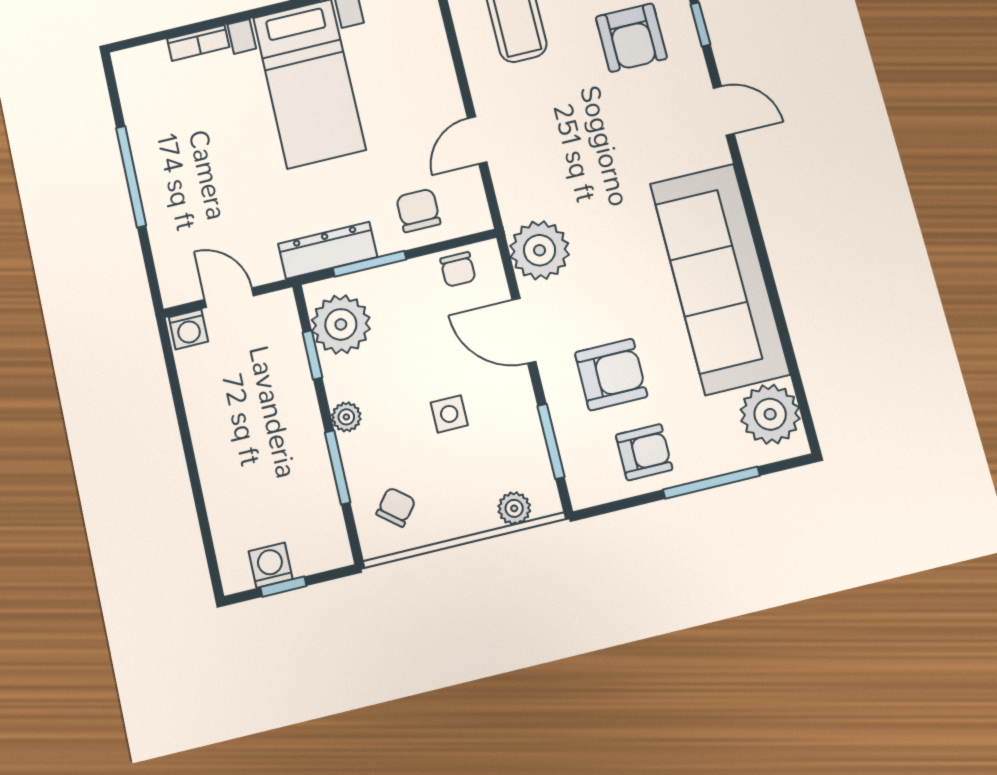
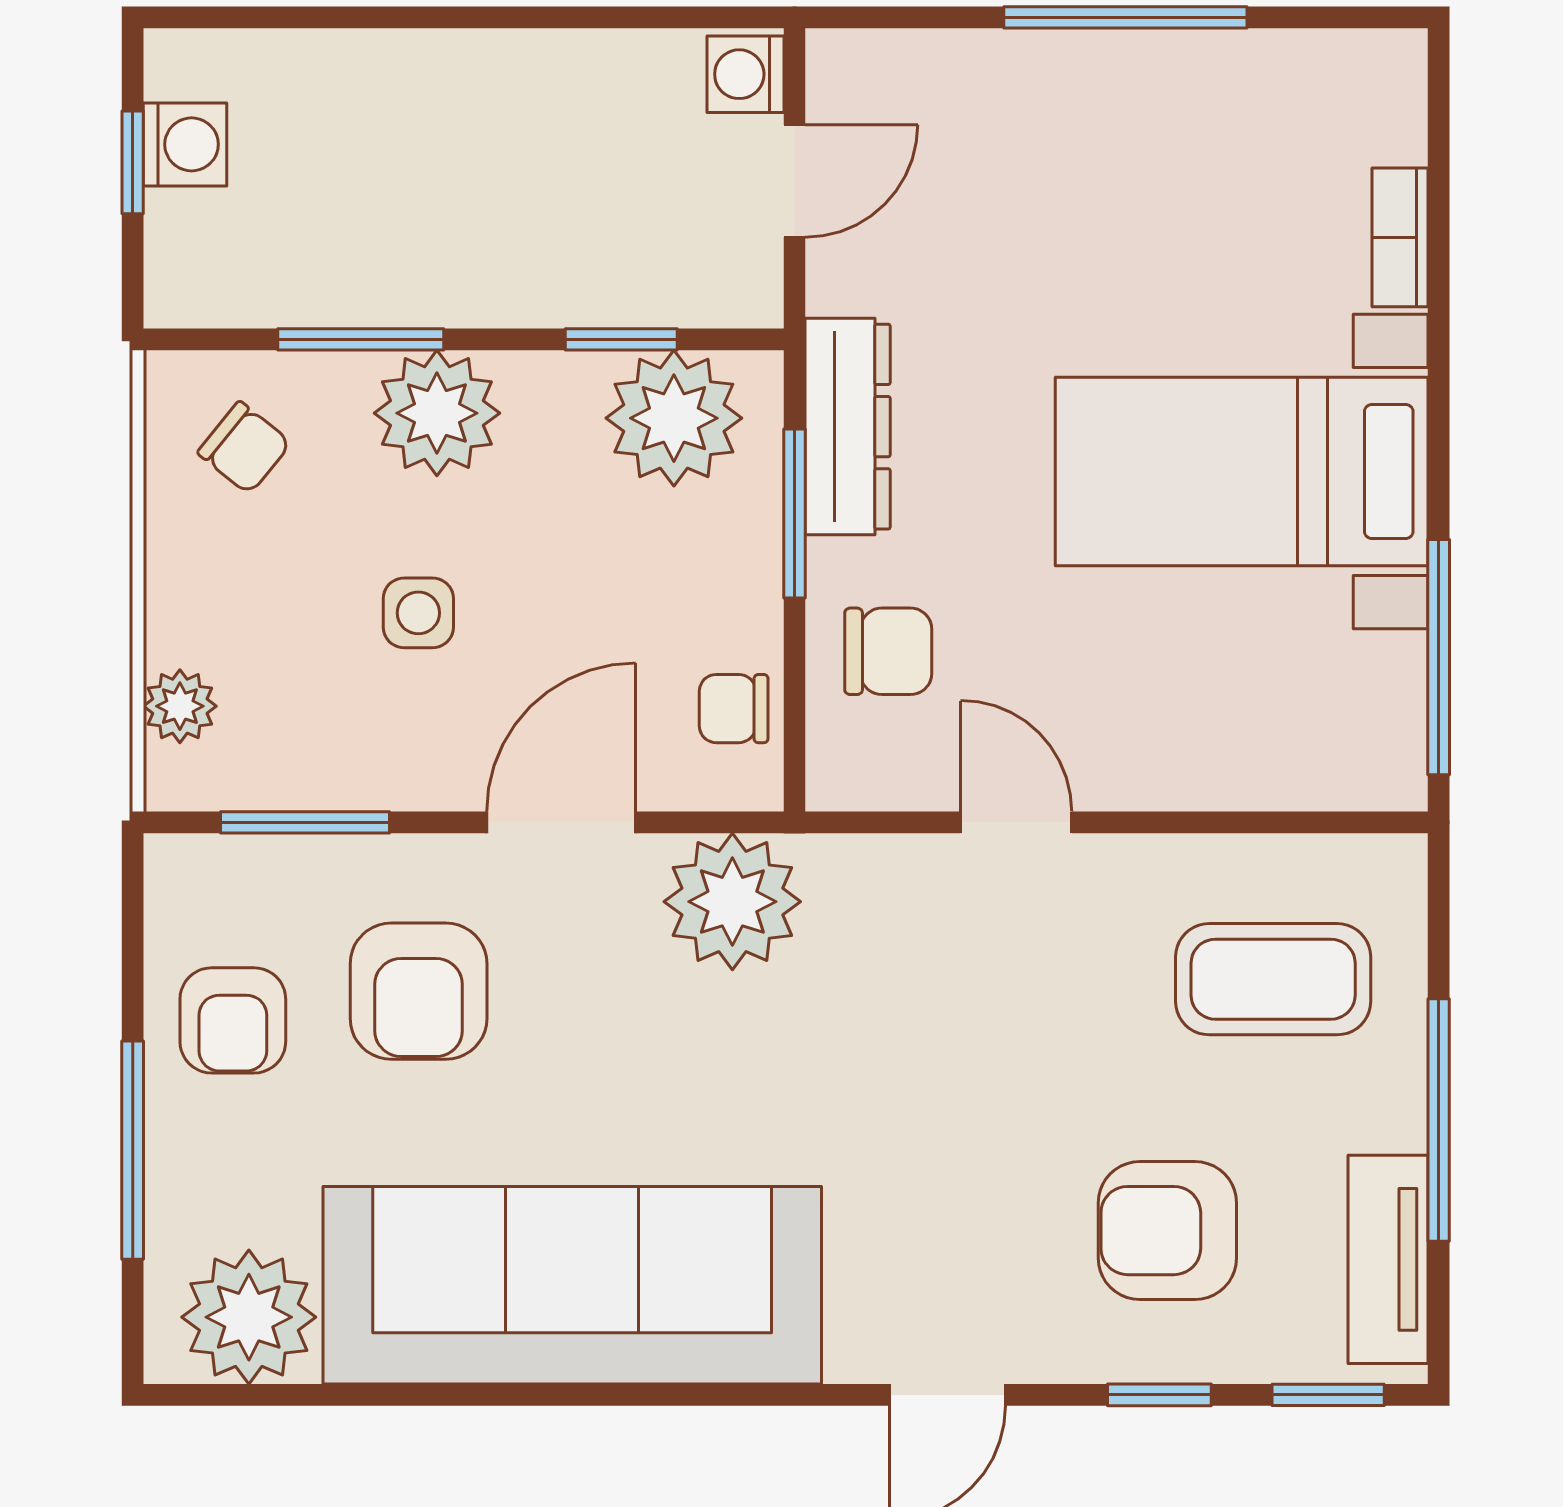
plant: (346, 417) -> (437, 413), width x1.88, depth x1.88

